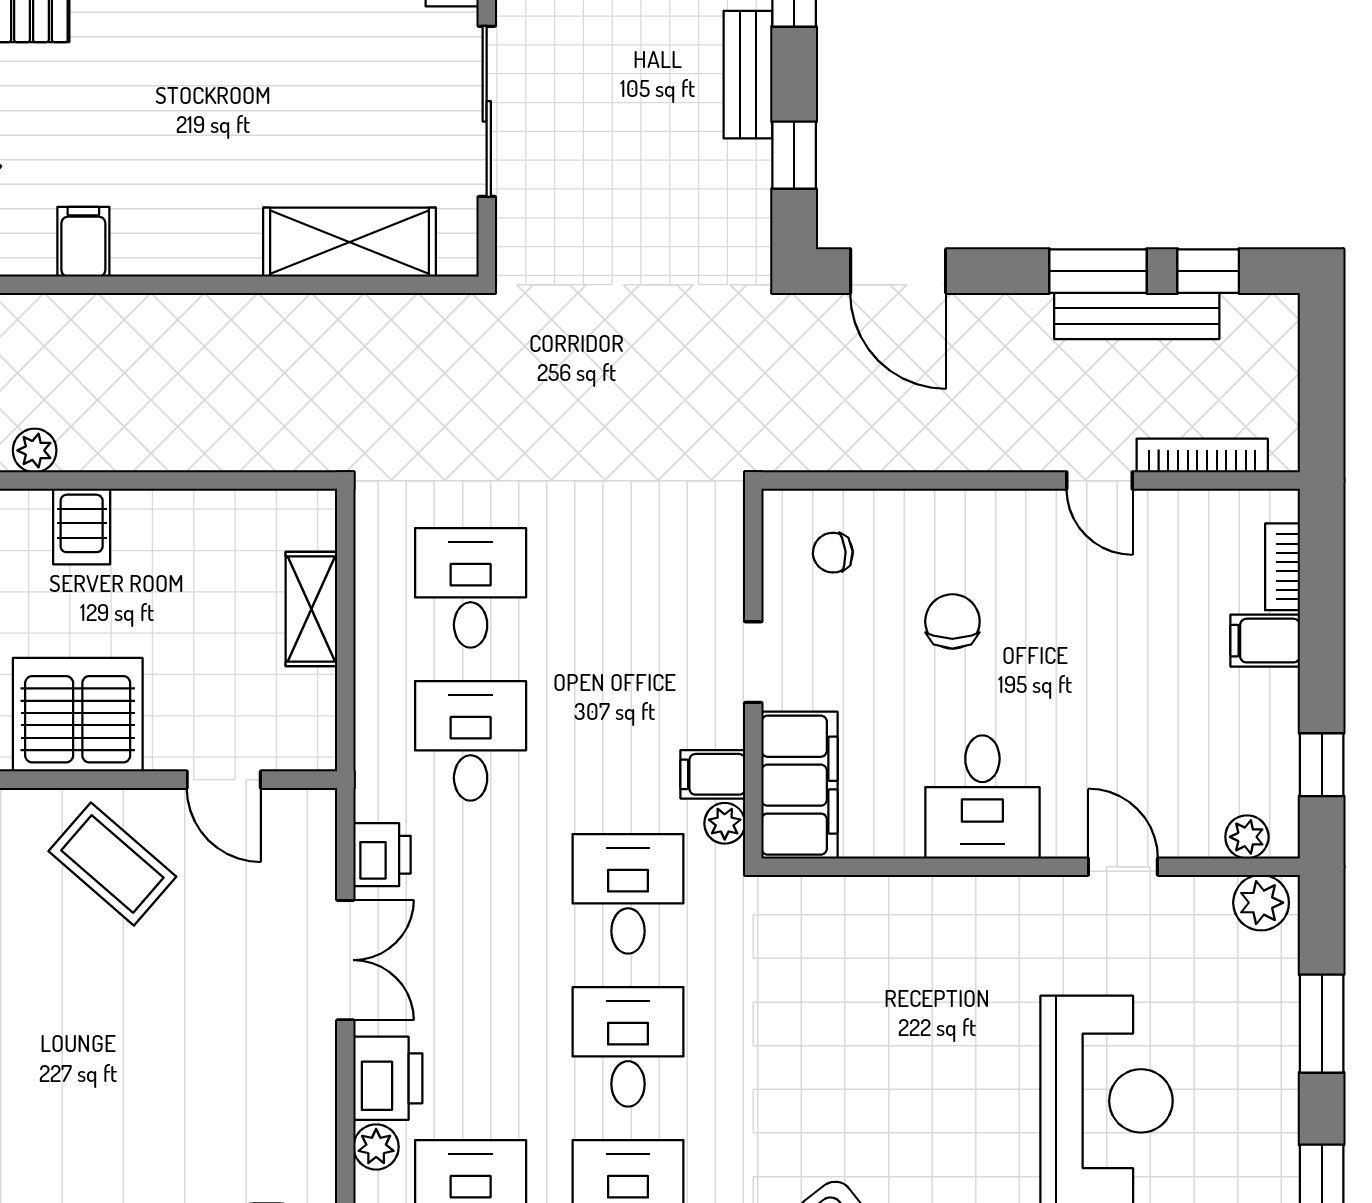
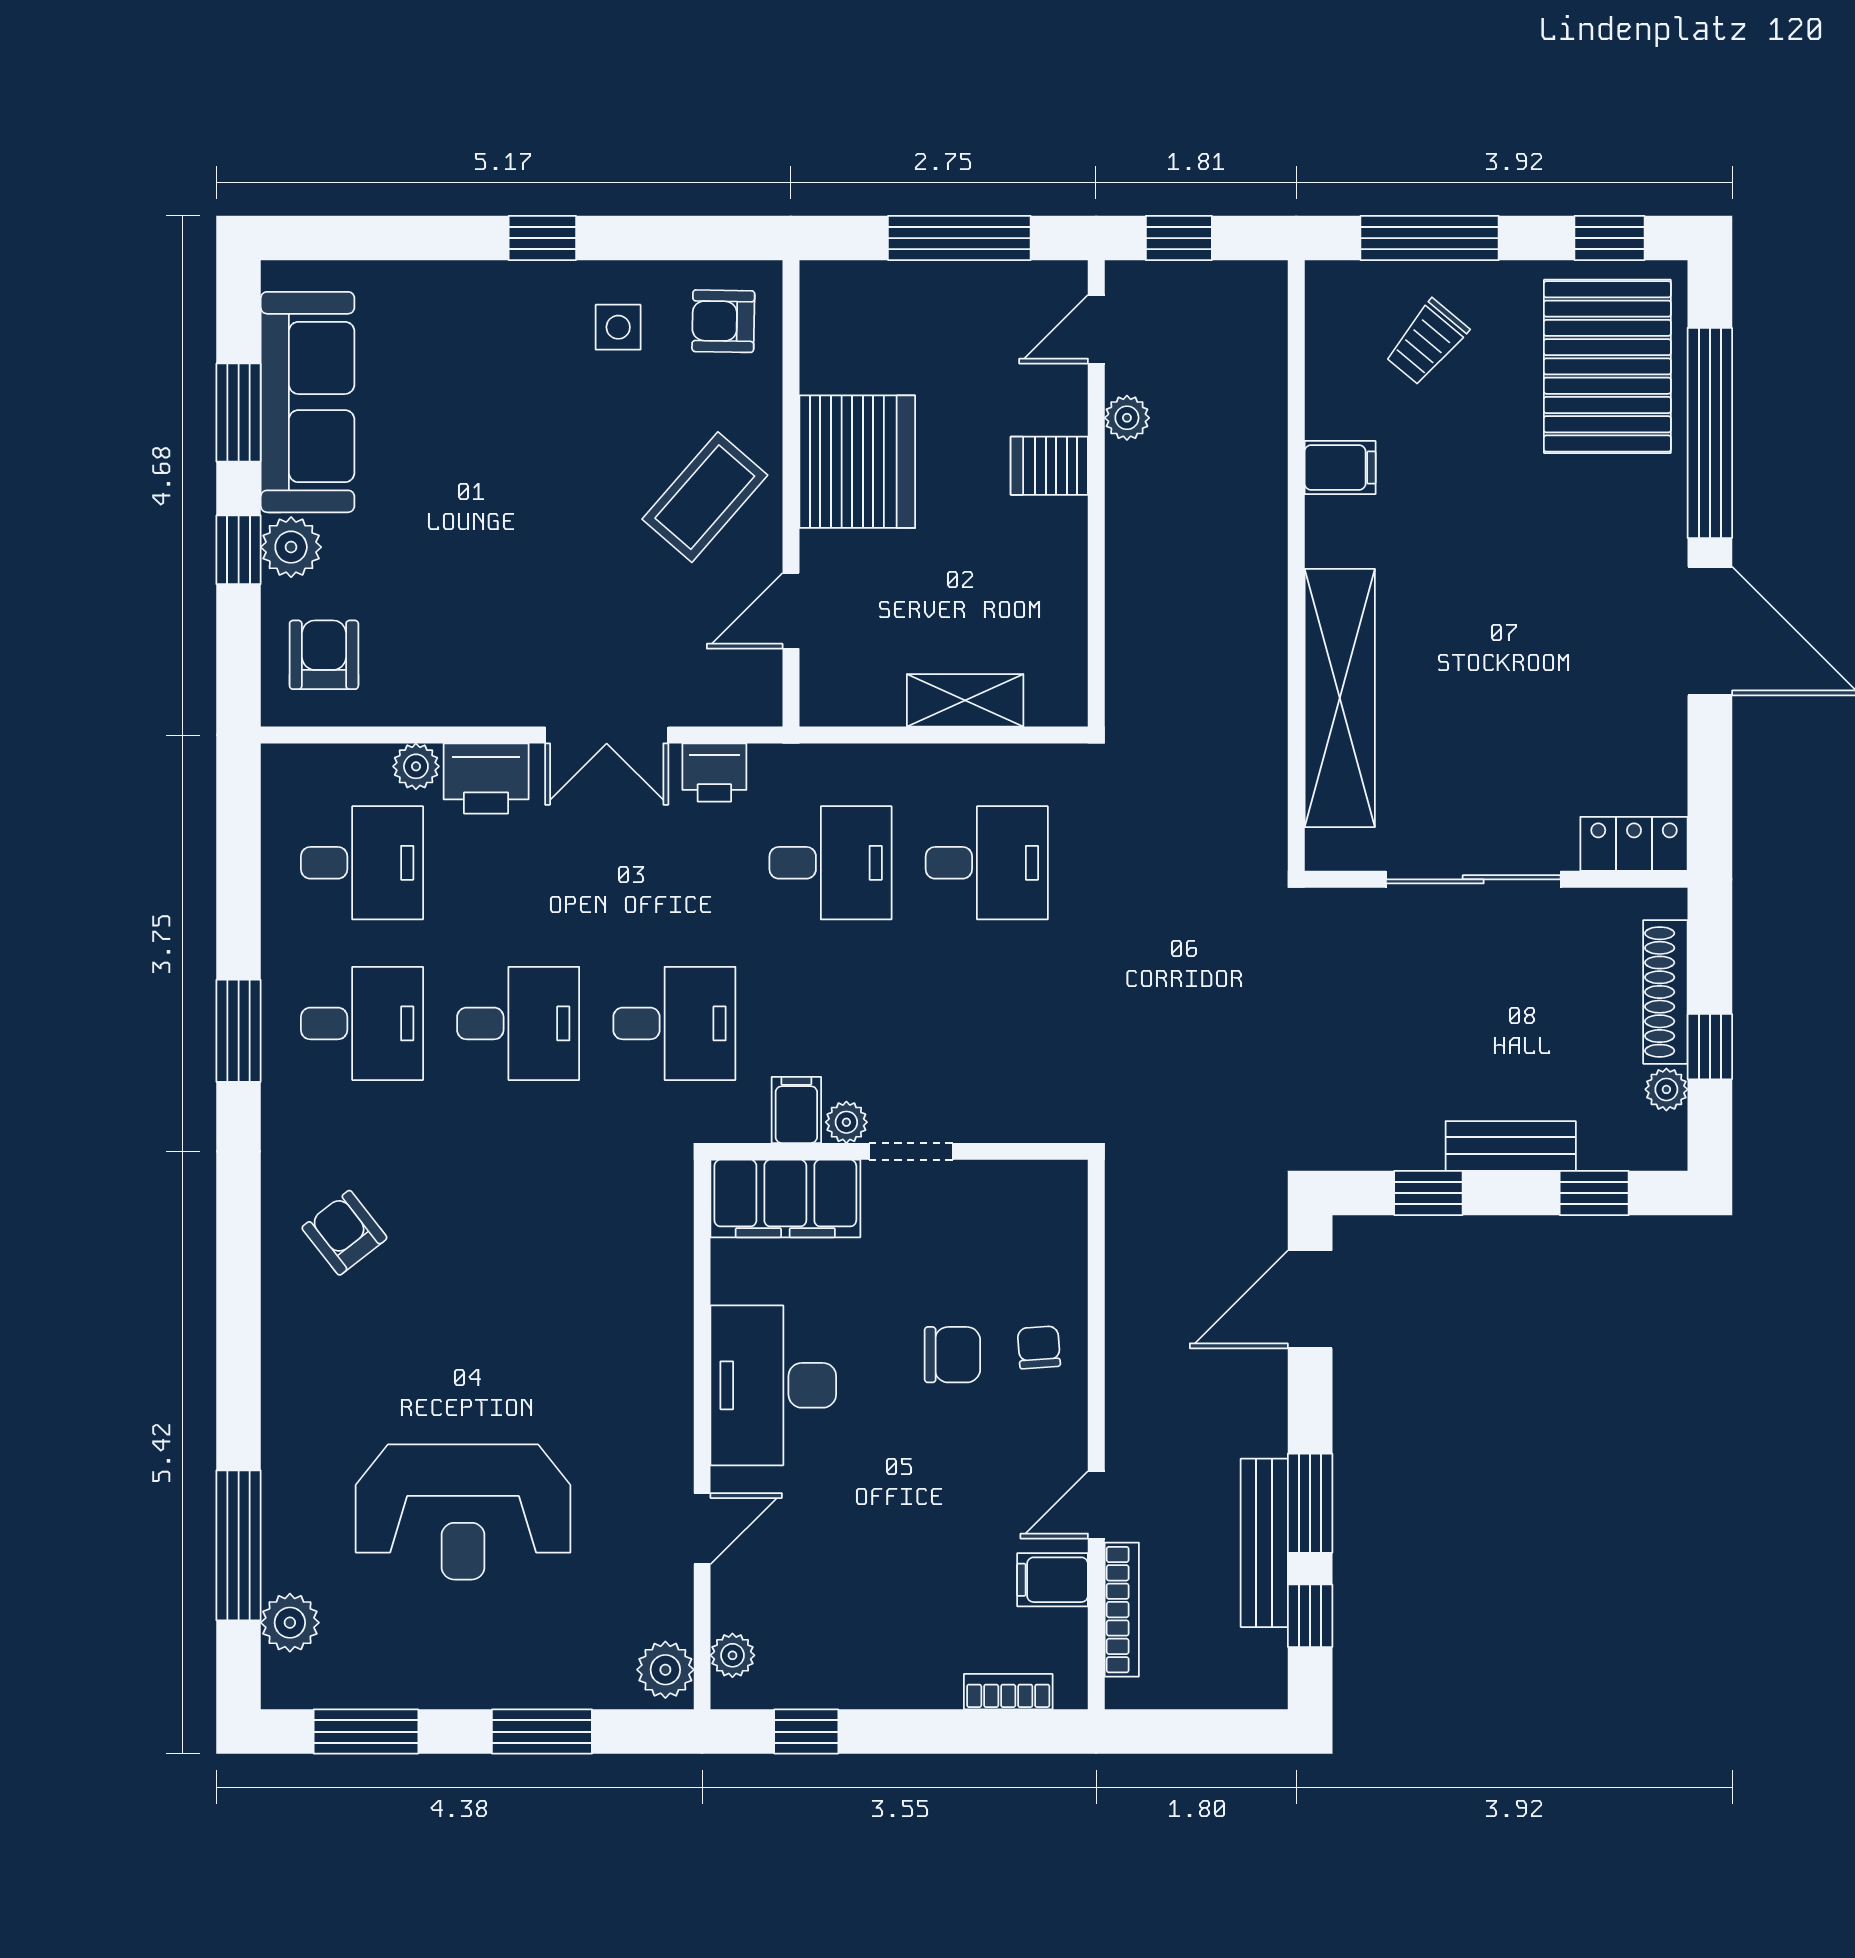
shelving: (349, 242) -> (1340, 698), width x1.47
chair: (833, 553) -> (1039, 1347), moved
filing cabinet: (1265, 641) -> (1053, 1580), moved, turned -90
desk: (982, 797) -> (773, 1385), width x1.37
plant: (725, 823) -> (846, 1122), moved

